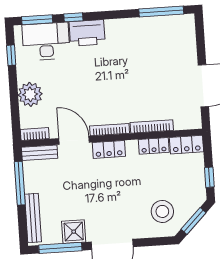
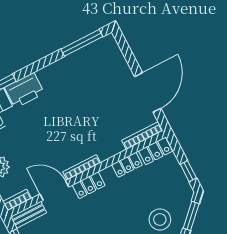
bookcase: (152, 126) -> (142, 136), moved

